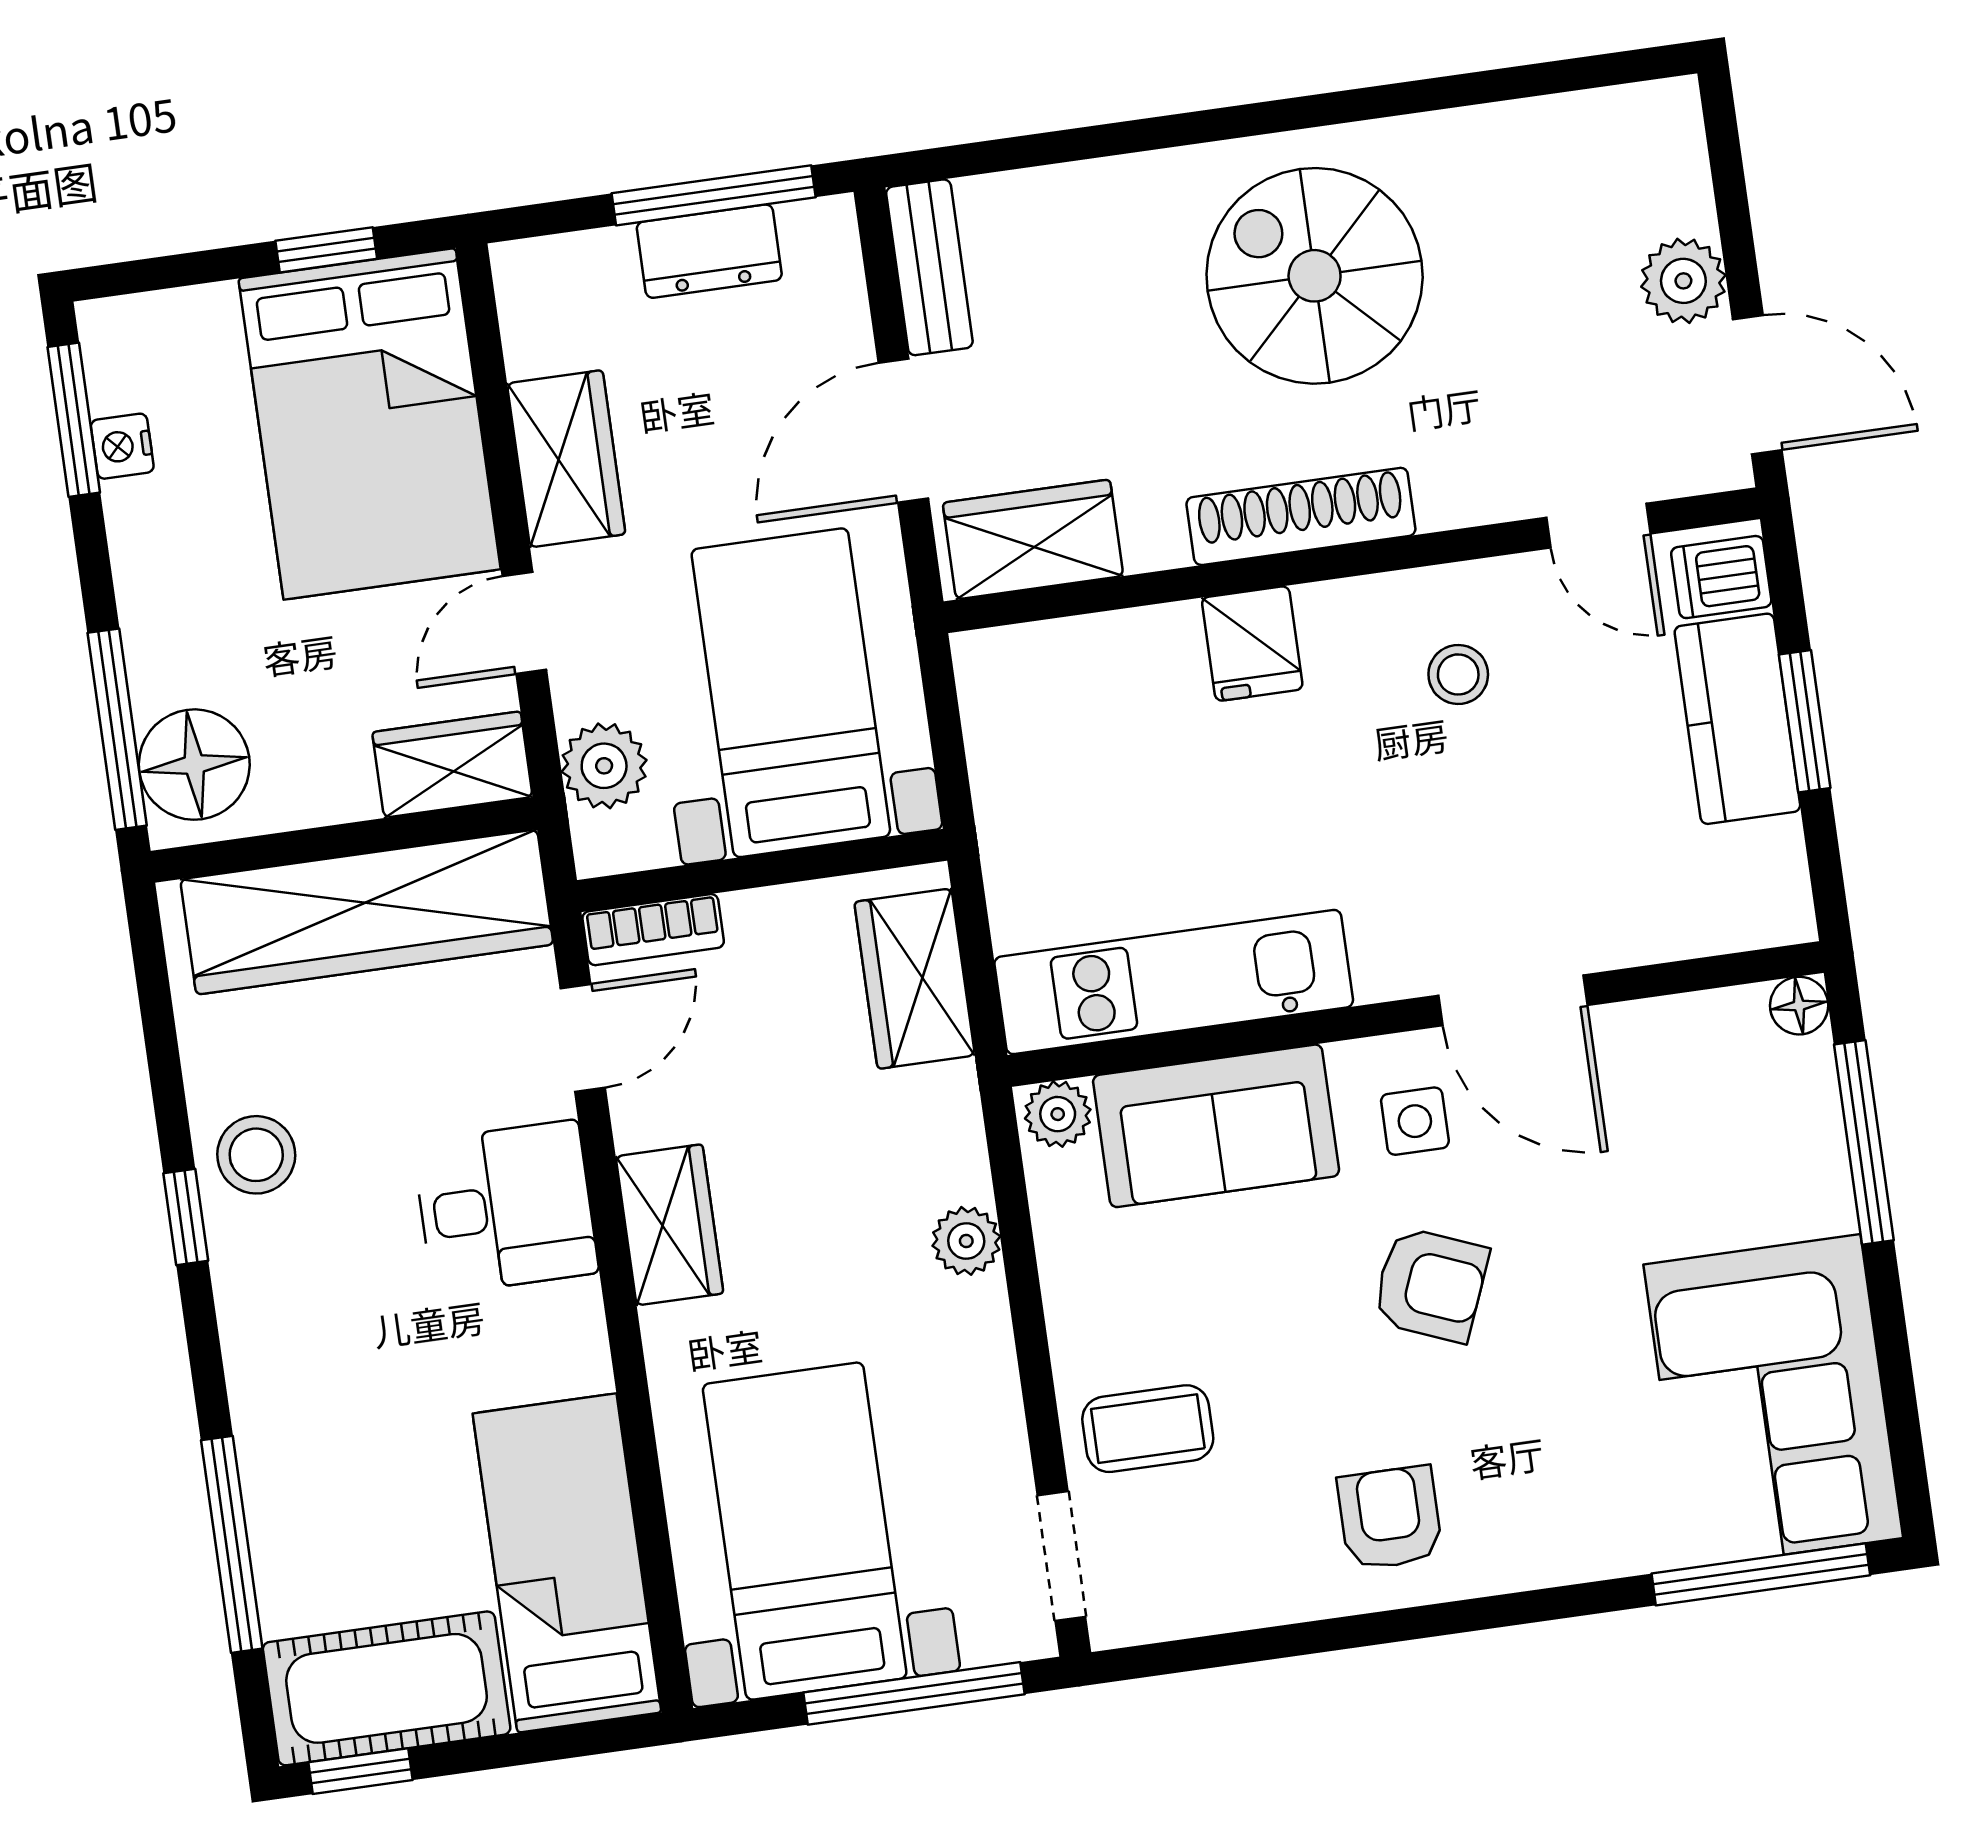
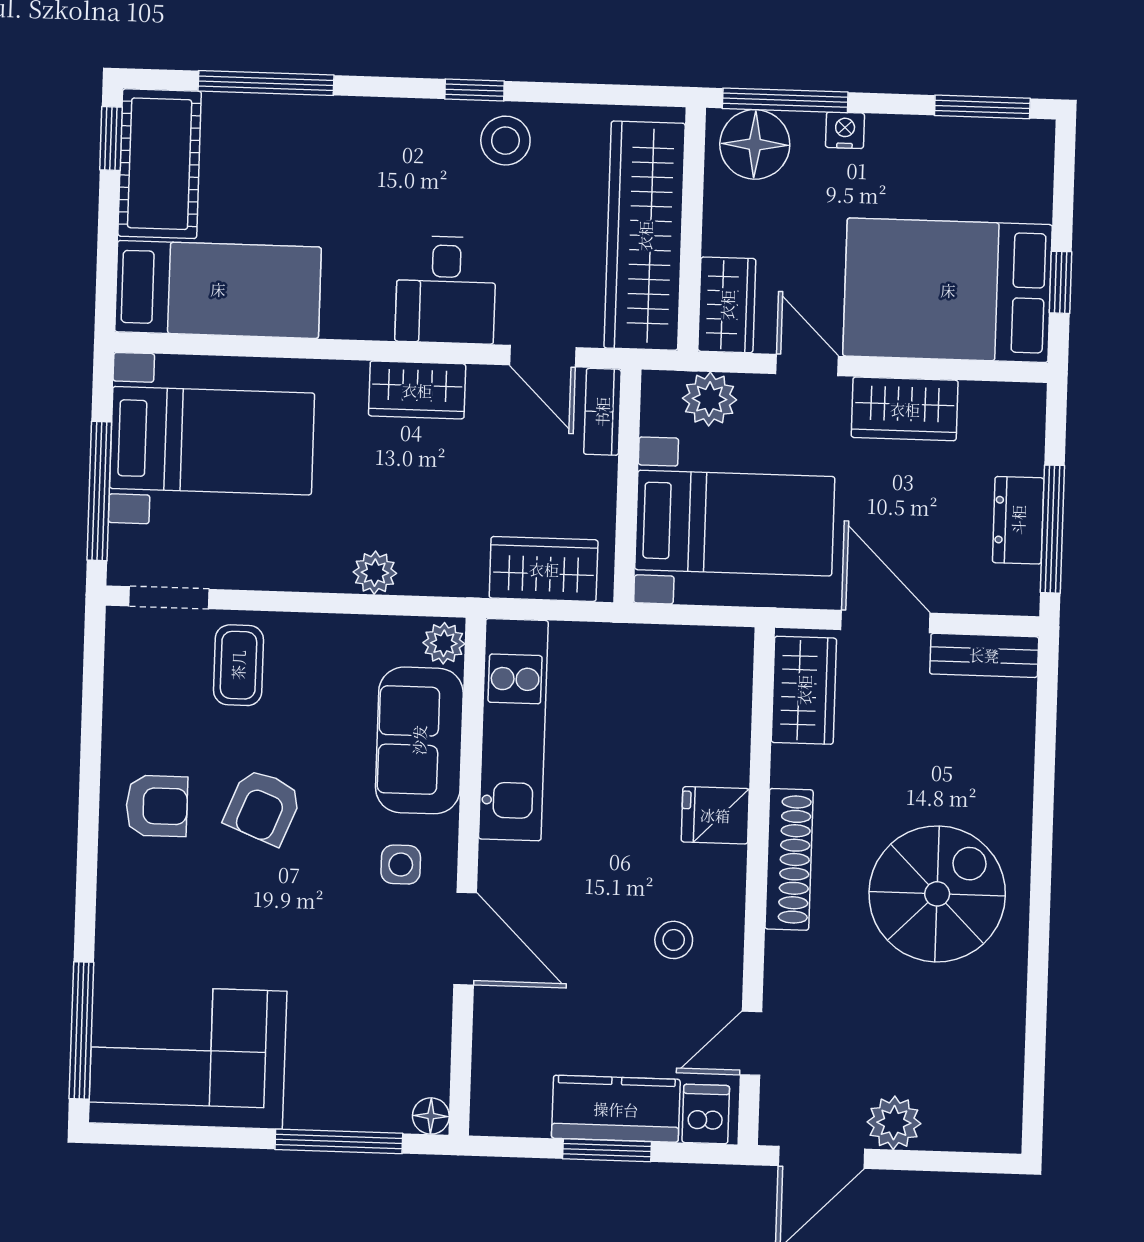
nightstand: (122, 446) -> (845, 130), moved
door: (1513, 1000) -> (465, 939), swing flipped
armchair: (1431, 1285) -> (263, 807), moved

